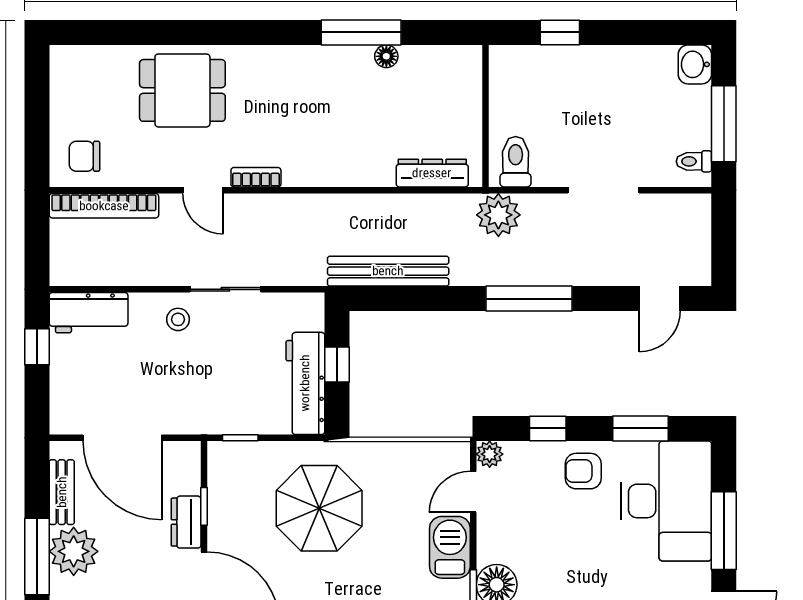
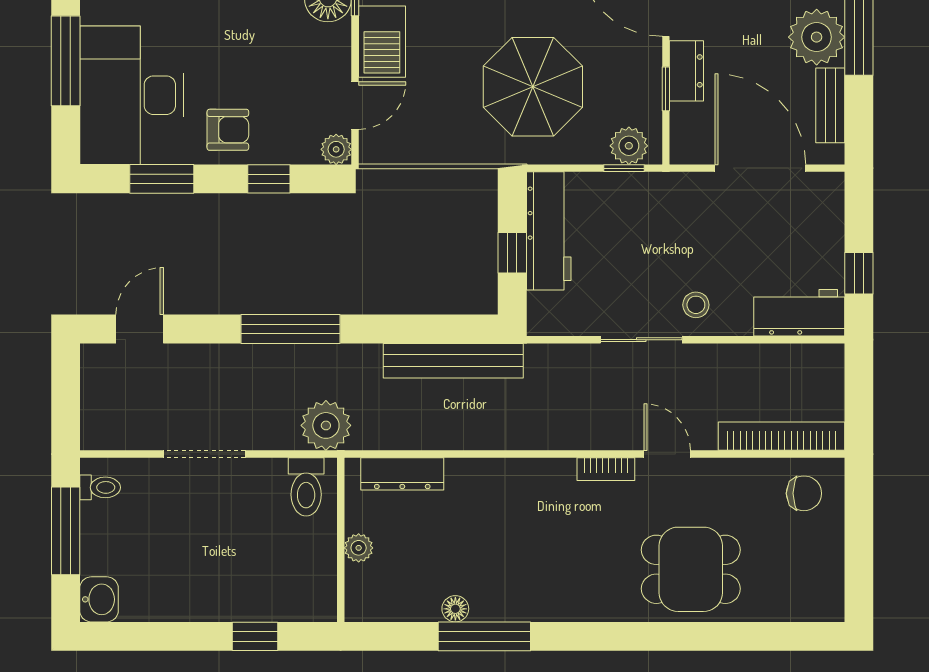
plant: (470, 109) -> (359, 548), added
plant: (236, 457) -> (629, 146), added

